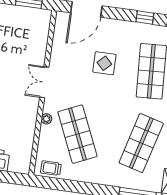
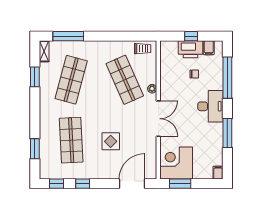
corner desk: (30, 27) -> (176, 163), added
double door: (44, 82) -> (158, 119), width x1.37

